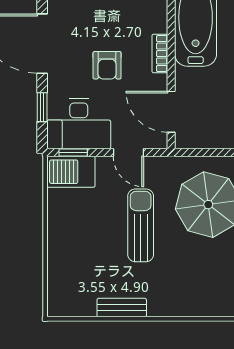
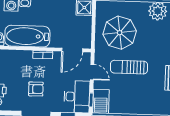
armchair: (107, 65) -> (36, 89), moved
door: (128, 152) -> (92, 72), hinge flipped

